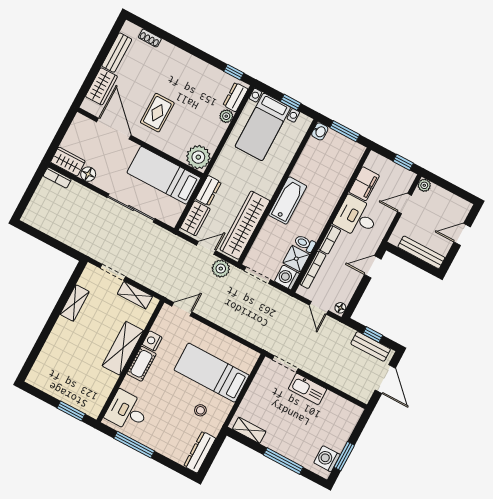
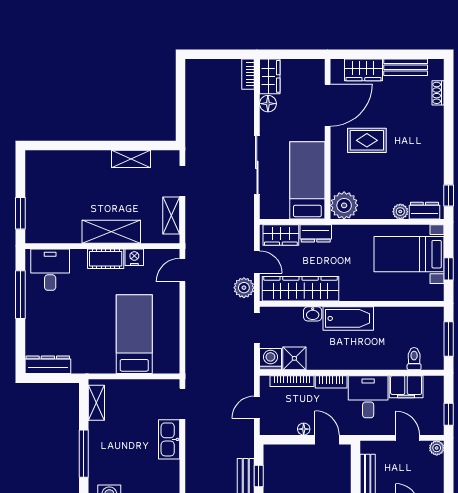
washbasin: (320, 131) -> (313, 314), moved
toilet: (305, 243) -> (414, 359), moved
floor lamp: (340, 308) -> (304, 429), moved
door: (182, 309) -> (182, 270), swing flipped
stool: (200, 410) -> (90, 343), removed

